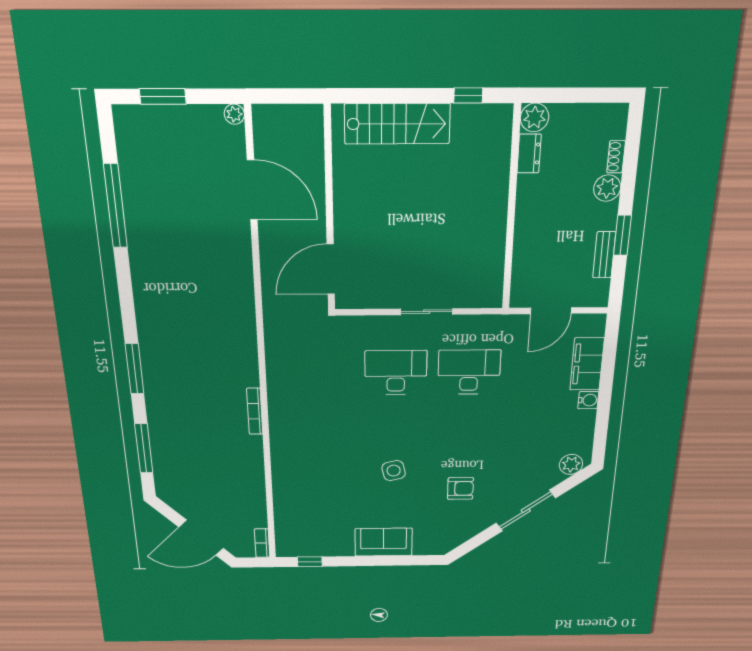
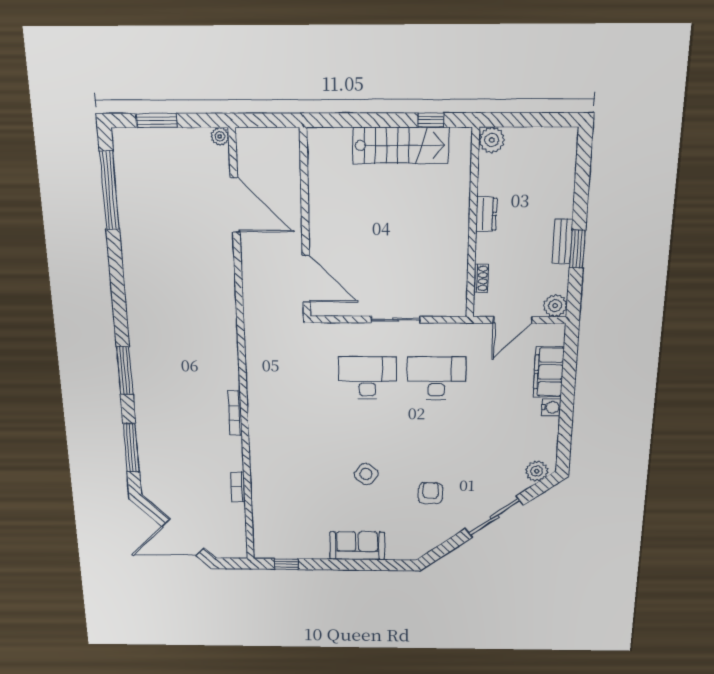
stairs: (397, 124) -> (401, 145), moved
dresser: (529, 154) -> (486, 214), moved
shoe rack: (616, 157) -> (481, 278), moved, turned 180
plant: (607, 188) -> (555, 306), moved
window: (115, 206) -> (110, 191), moved
bench: (604, 255) -> (563, 241), moved
door: (331, 269) -> (306, 279), swing flipped
side table: (394, 471) -> (366, 474), turned -38
armchair: (460, 488) -> (430, 493), turned -90
bookcase: (262, 543) -> (238, 487), moved

